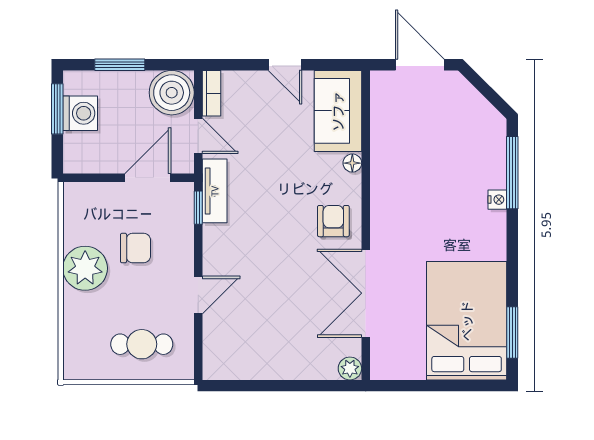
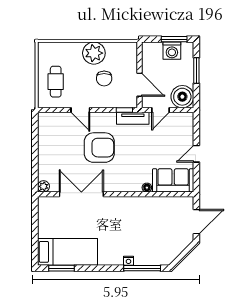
bookcase: (212, 93) -> (182, 117), removed
armchair: (333, 221) -> (99, 148), moved, width x1.88, depth x1.88
bed: (467, 321) -> (67, 252), width x0.67

